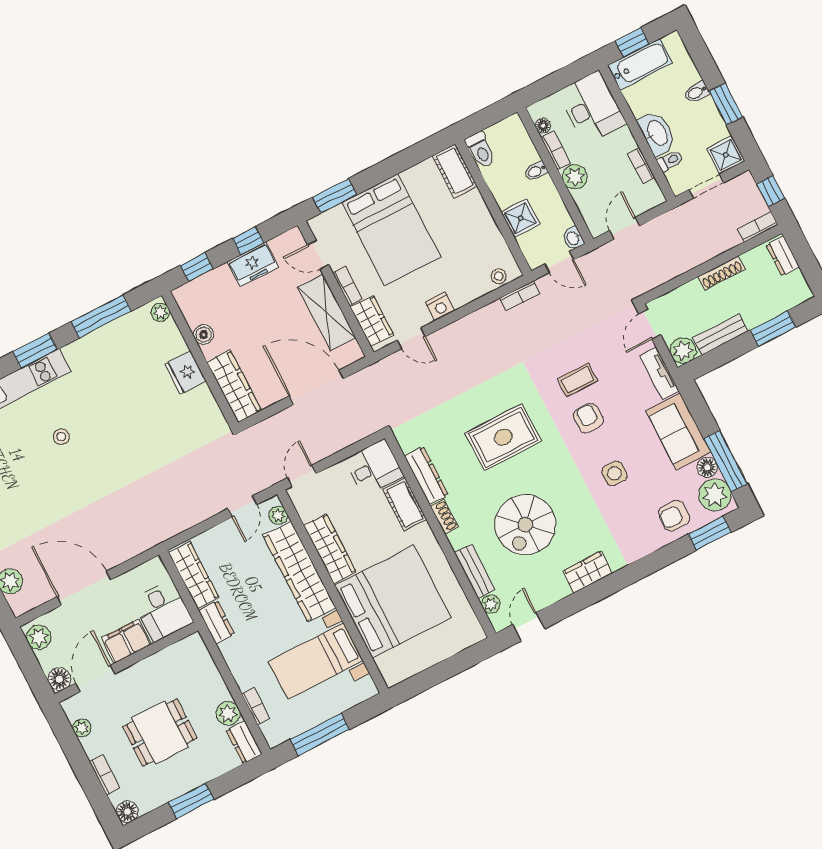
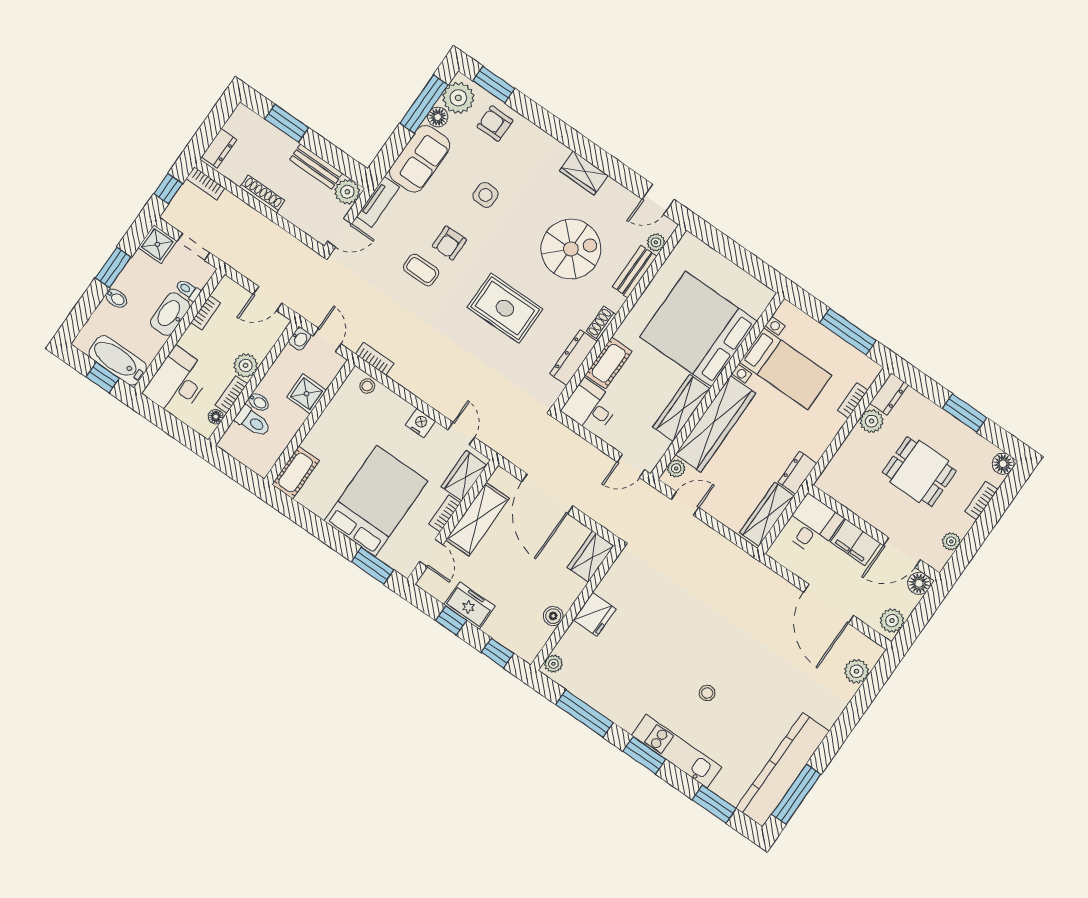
toilet: (481, 150) -> (253, 421), moved, turned 90
wardrobe: (234, 386) -> (591, 557), width x0.67
armchair: (674, 516) -> (495, 124), turned 180

